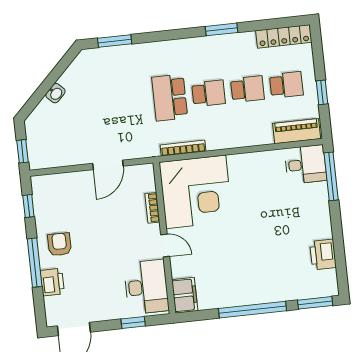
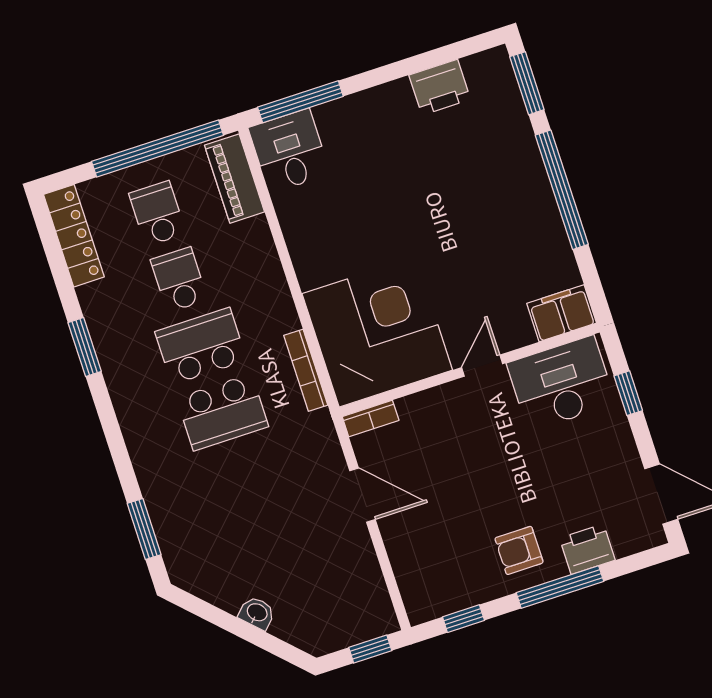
window: (322, 92) -> (158, 148), width x3.17
school desk: (209, 93) -> (201, 346), width x1.85
bookcase: (152, 208) -> (371, 418), moved

